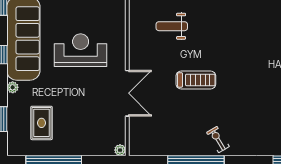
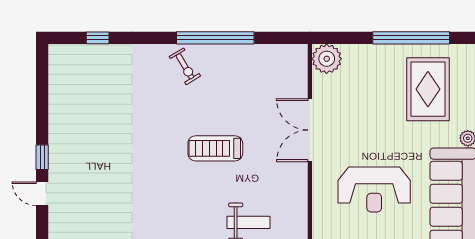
rug: (42, 123) -> (428, 89), width x1.36, depth x1.43
plant: (120, 150) -> (327, 59), width x1.88, depth x1.88

